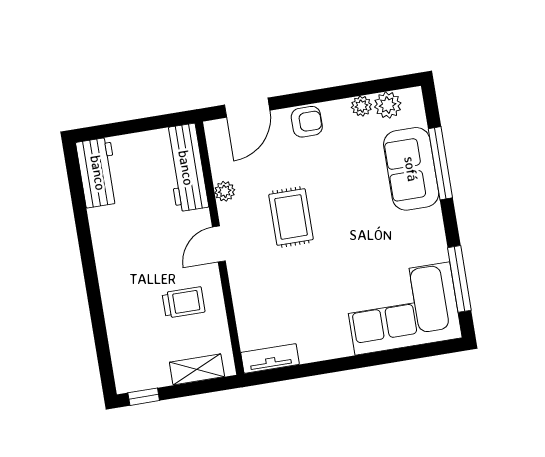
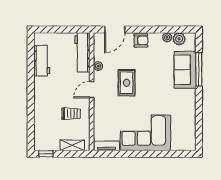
workbench: (98, 173) -> (42, 61), moved
window: (459, 279) -> (199, 124), removed
corner sofa: (402, 308) -> (145, 133), moved

